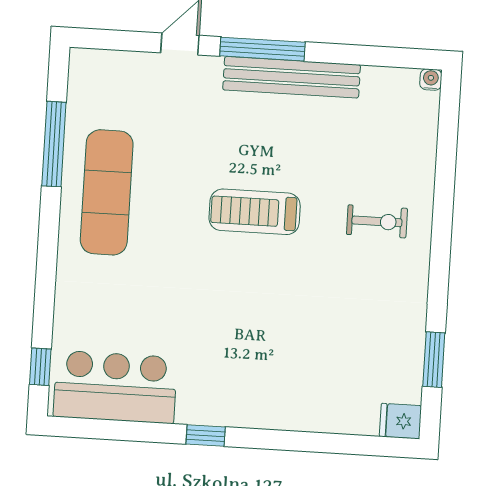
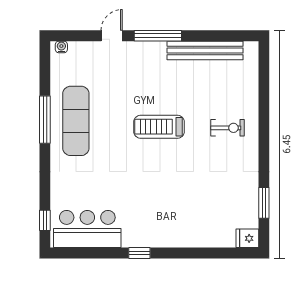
bench: (292, 77) -> (205, 50), moved
water cooler: (431, 80) -> (61, 47), moved
window: (54, 144) -> (45, 120), moved

